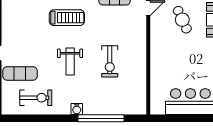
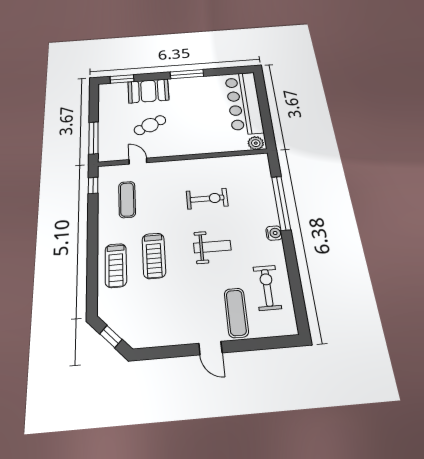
treadmill: (67, 18) -> (154, 256), turned 180
plant: (157, 106) -> (256, 143), added

